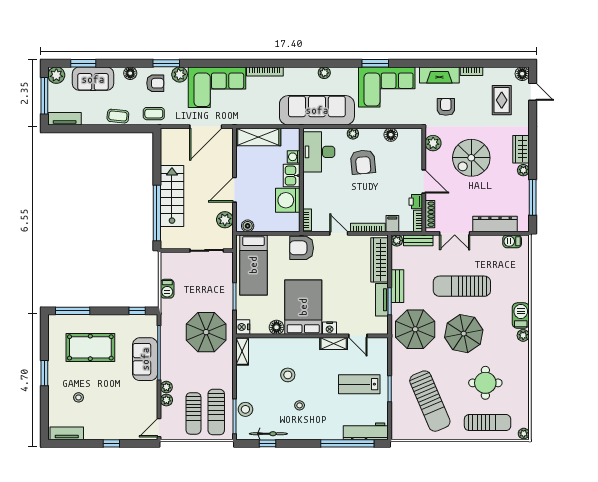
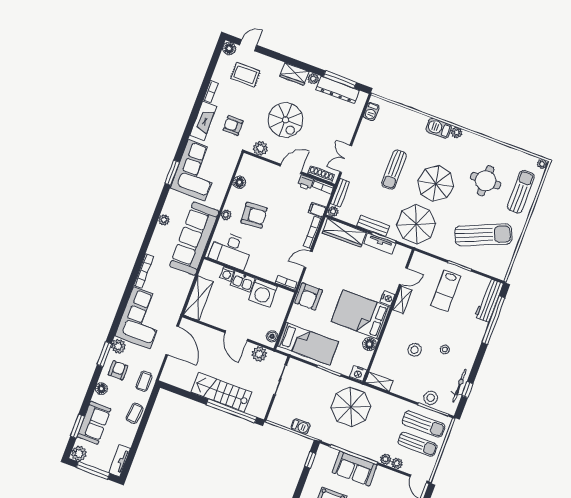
dresser: (495, 224) -> (338, 90), moved, turned -90
double door: (455, 233) -> (346, 159), swing flipped
sun lounger: (462, 286) -> (394, 170), width x0.73, depth x0.75

